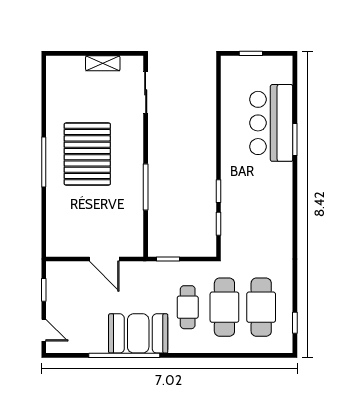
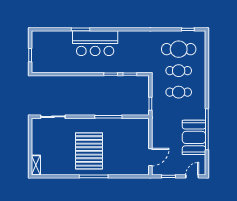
shelving: (103, 63) -> (36, 165), moved
bar counter: (271, 123) -> (95, 43), moved
pallet: (87, 154) -> (89, 151), turned 90
door: (104, 259) -> (150, 157), moved
cafe table: (224, 307) -> (179, 71), width x0.73, depth x0.74
booth: (138, 333) -> (194, 137), moved

